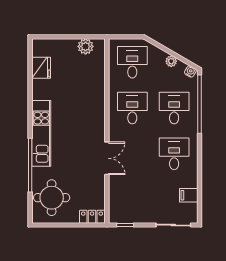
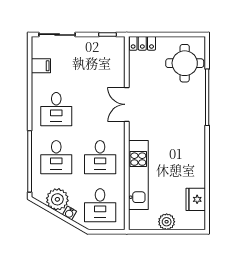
plant: (86, 46) -> (167, 222), moved
plant: (171, 61) -> (57, 199), width x1.88, depth x1.88
water cooler: (190, 71) -> (70, 213), moved
kitchen unit: (41, 133) -> (138, 175), moved, turned 180

